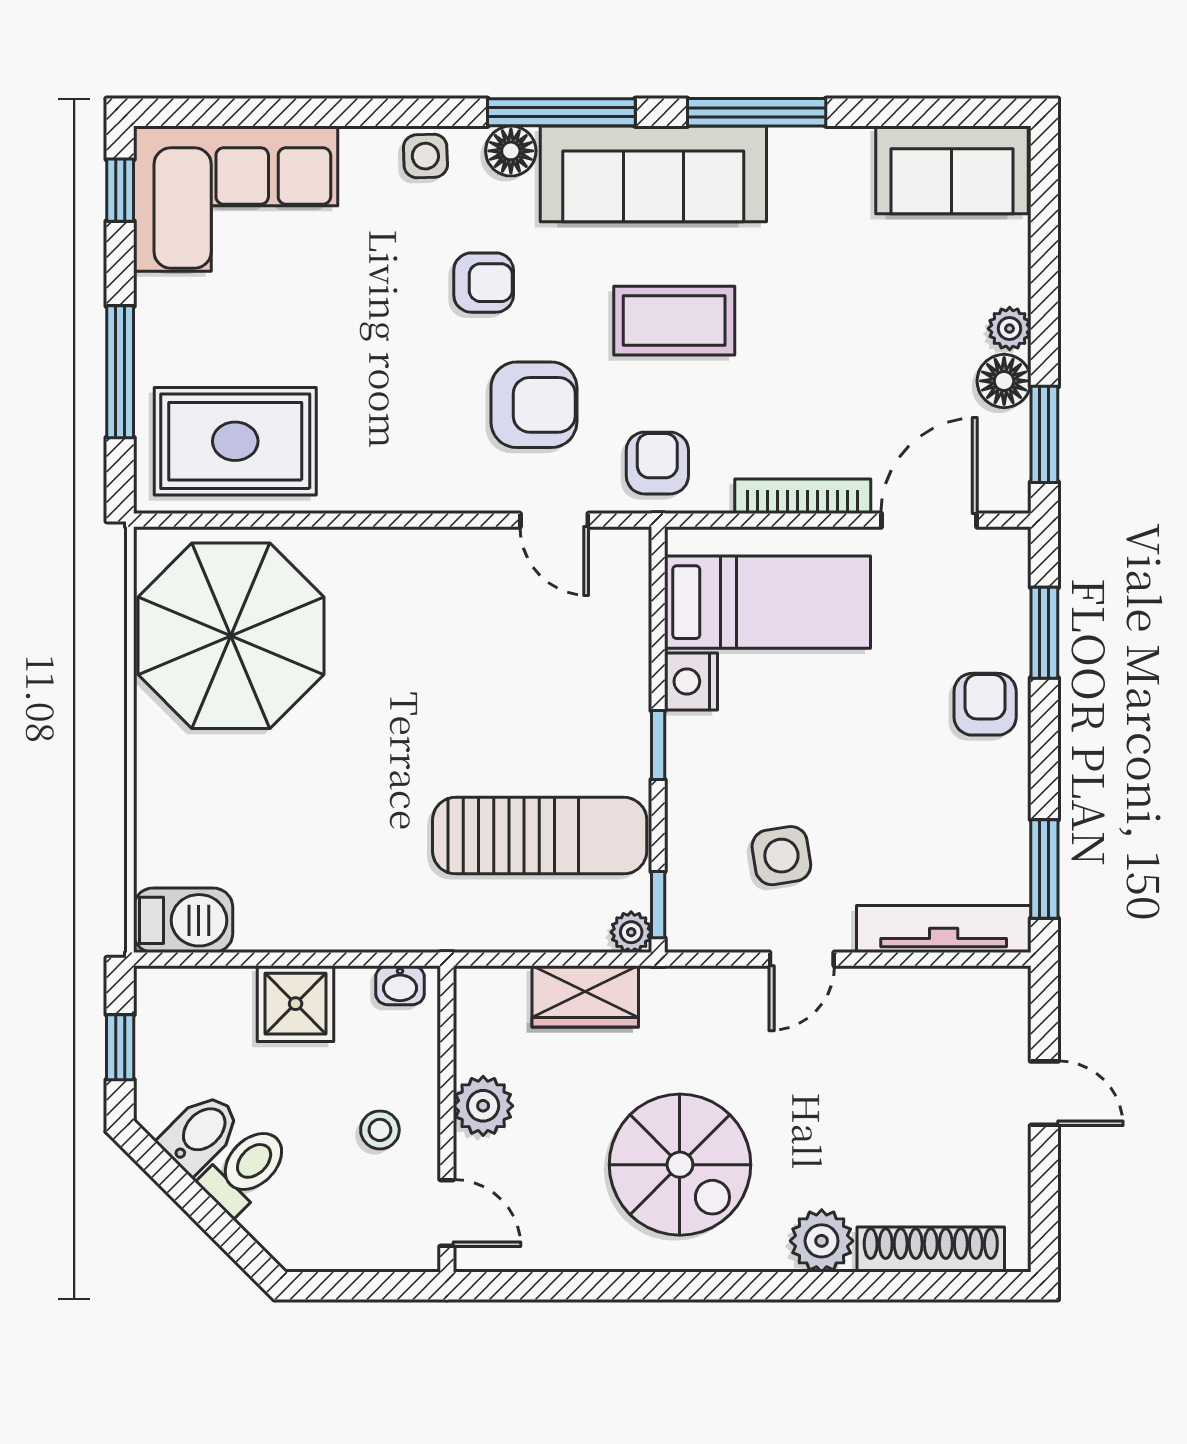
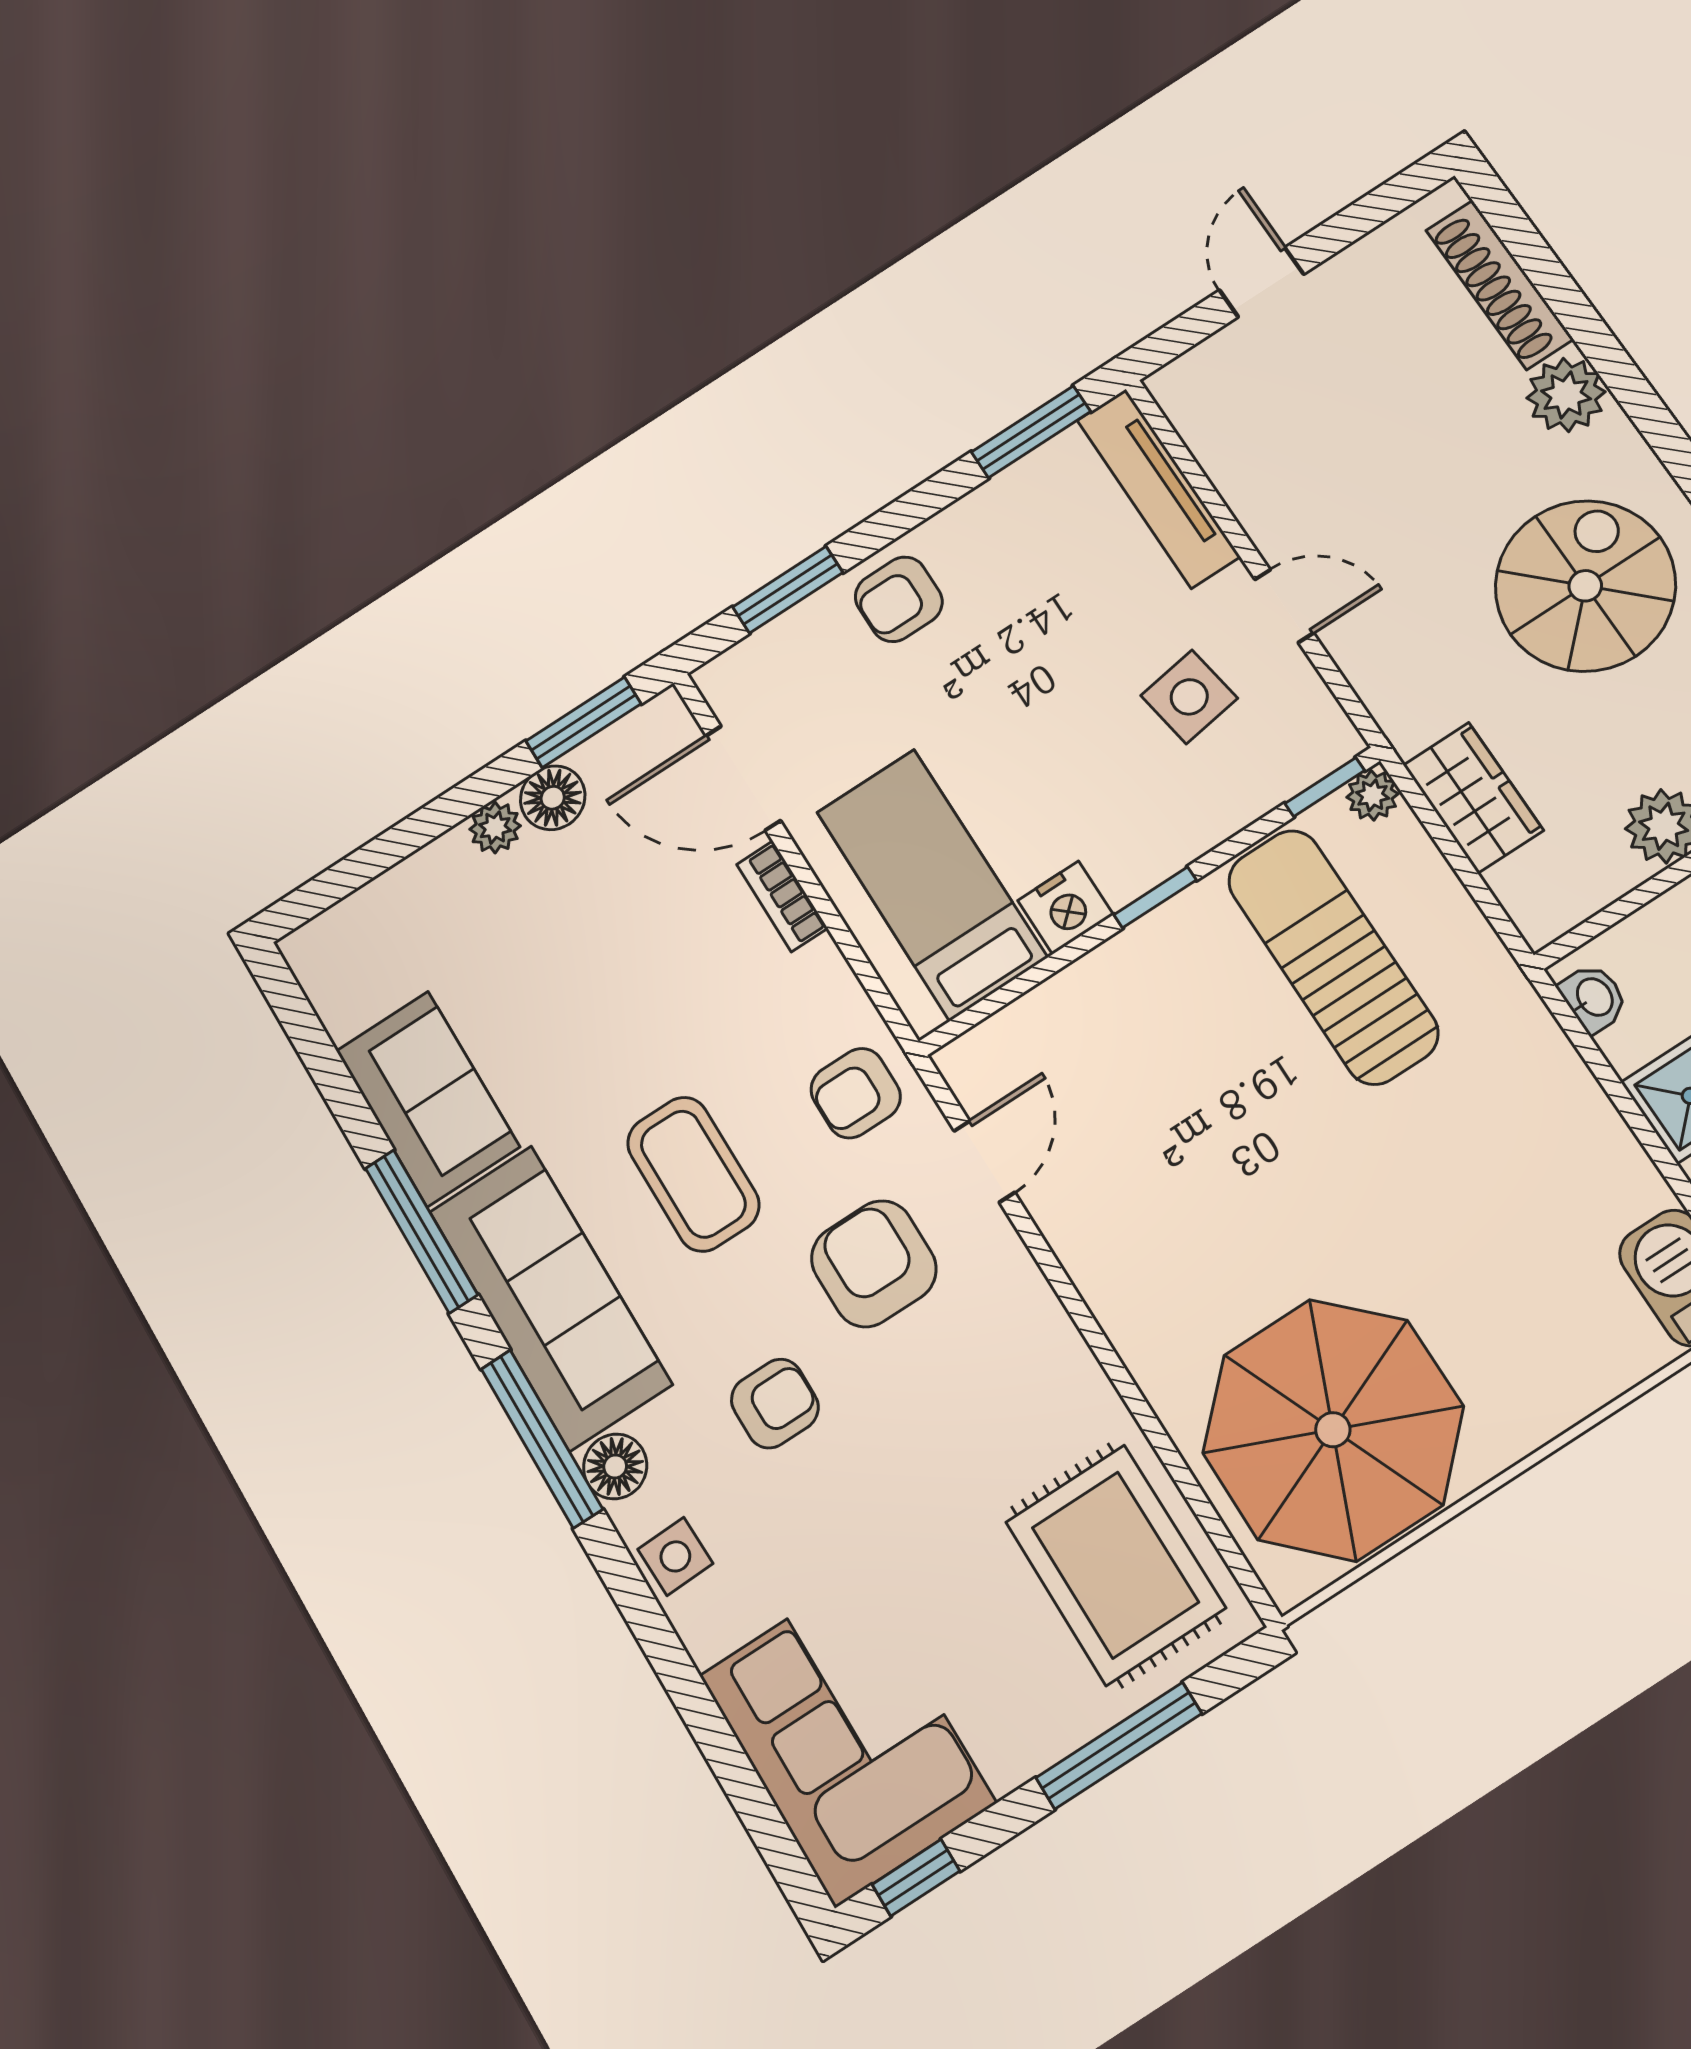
sofa: (952, 170) -> (428, 1099), moved
armchair: (484, 283) -> (775, 1404), turned 90
bookcase: (803, 496) -> (782, 896), width x0.64

